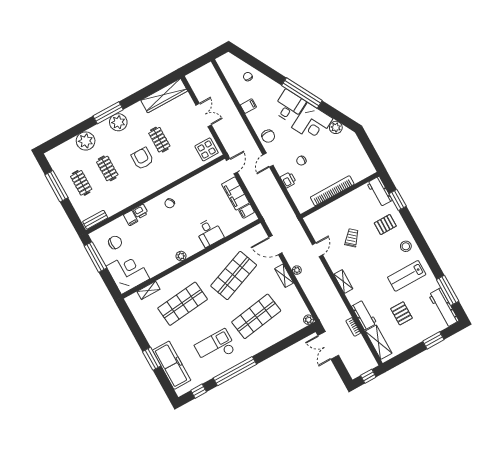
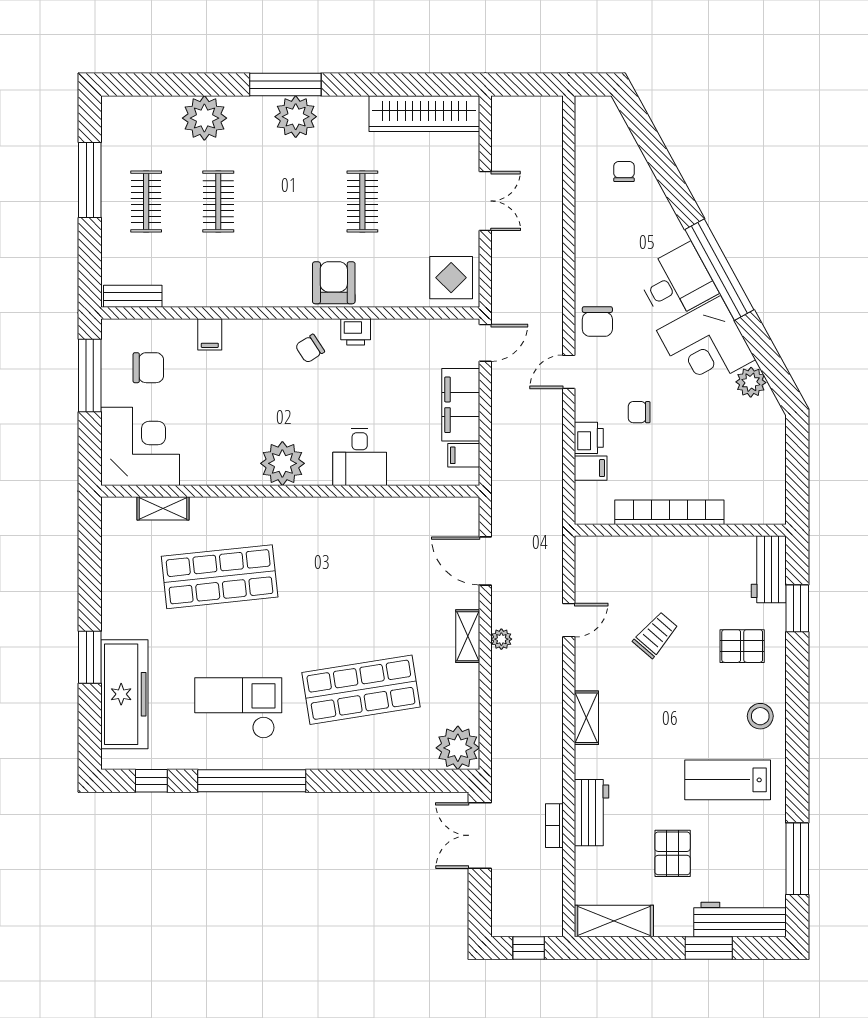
filing cabinet: (248, 106) -> (591, 468), moved
armchair: (142, 158) -> (334, 283), moved
printer: (141, 211) -> (356, 332), moved
plant: (181, 256) -> (282, 463), width x1.88, depth x1.88
shop shelf: (234, 276) -> (361, 577), removed
workbench: (444, 308) -> (740, 919), moved, turned 90
plant: (309, 320) -> (458, 748), width x1.87, depth x1.87
shelving: (379, 342) -> (614, 921), moved, turned 90

